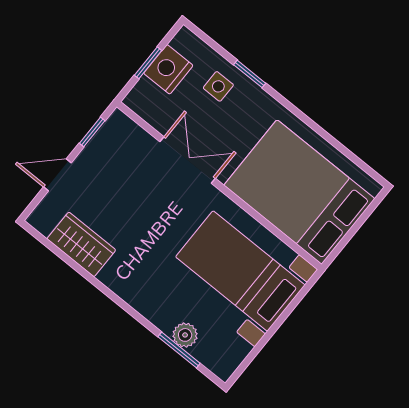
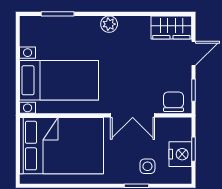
chair: (127, 137) -> (173, 102), added
wardrobe: (81, 244) -> (171, 28), moved
plant: (185, 335) -> (109, 24), moved

